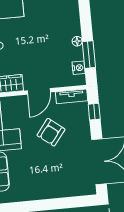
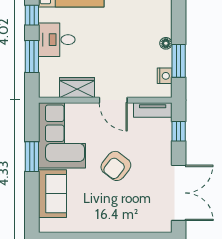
door: (39, 91) -> (113, 100), hinge flipped
armchair: (51, 132) -> (116, 166), moved

